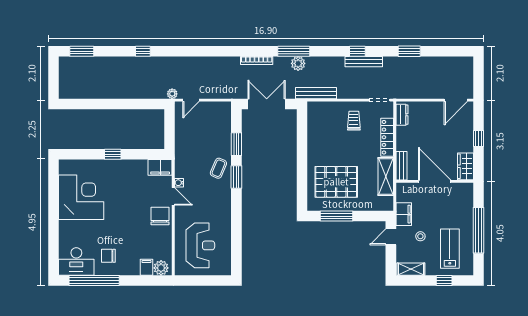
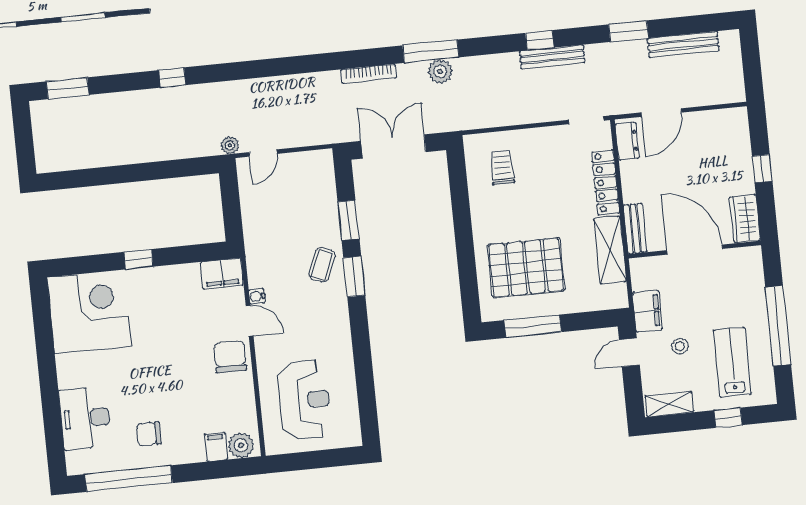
bench: (316, 93) -> (683, 44), moved
door: (456, 100) -> (661, 113), moved
trolley: (354, 121) -> (502, 167), moved
corner desk: (81, 197) -> (89, 312), moved
desk: (76, 261) -> (85, 418), moved, turned 90

